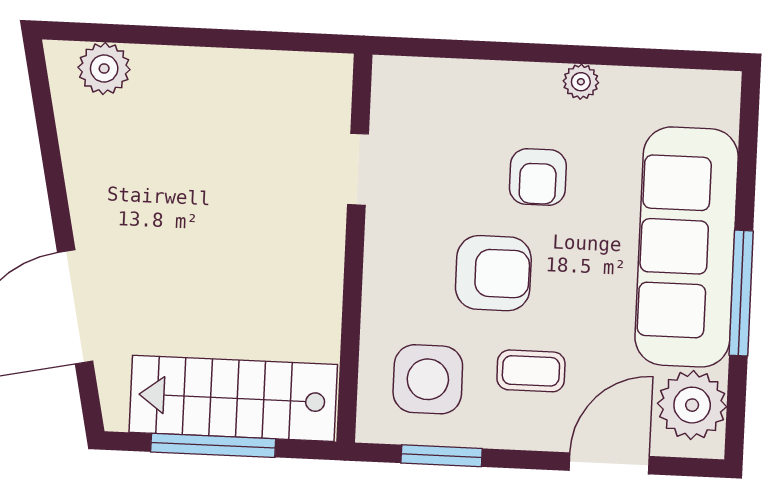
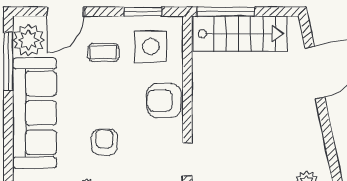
doorway: (358, 169) -> (187, 160), moved
armchair: (493, 273) -> (164, 101), moved
window: (741, 293) -> (8, 61), moved
window: (213, 445) -> (226, 12), moved

